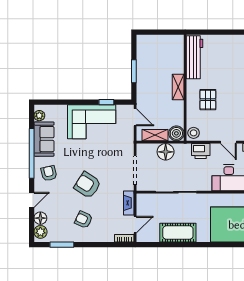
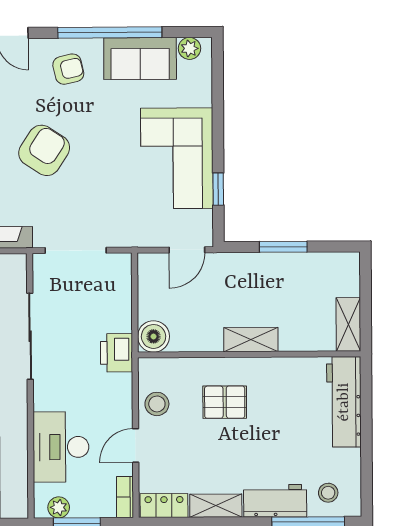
workbench: (195, 57) -> (344, 402), moved, turned 90
stool: (194, 133) -> (157, 404), moved
shelving: (155, 135) -> (348, 324), moved
printer: (201, 151) -> (117, 353), moved
floor lamp: (166, 152) -> (115, 314), removed

